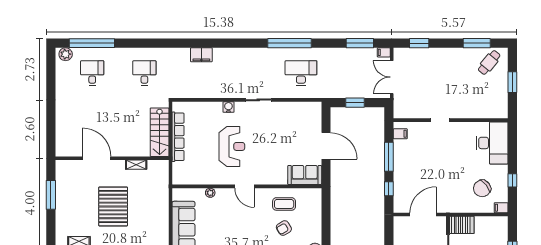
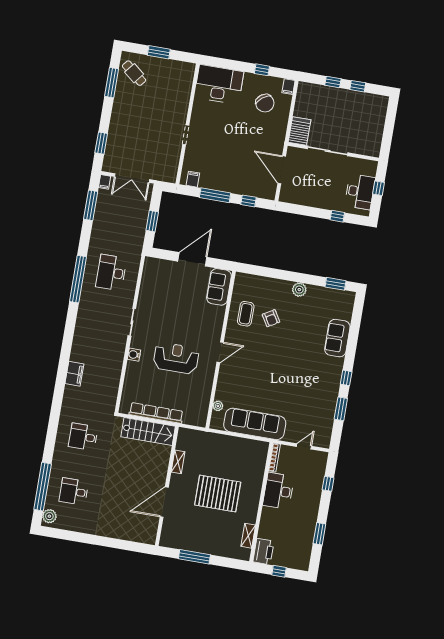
plant: (210, 193) -> (218, 406), moved

